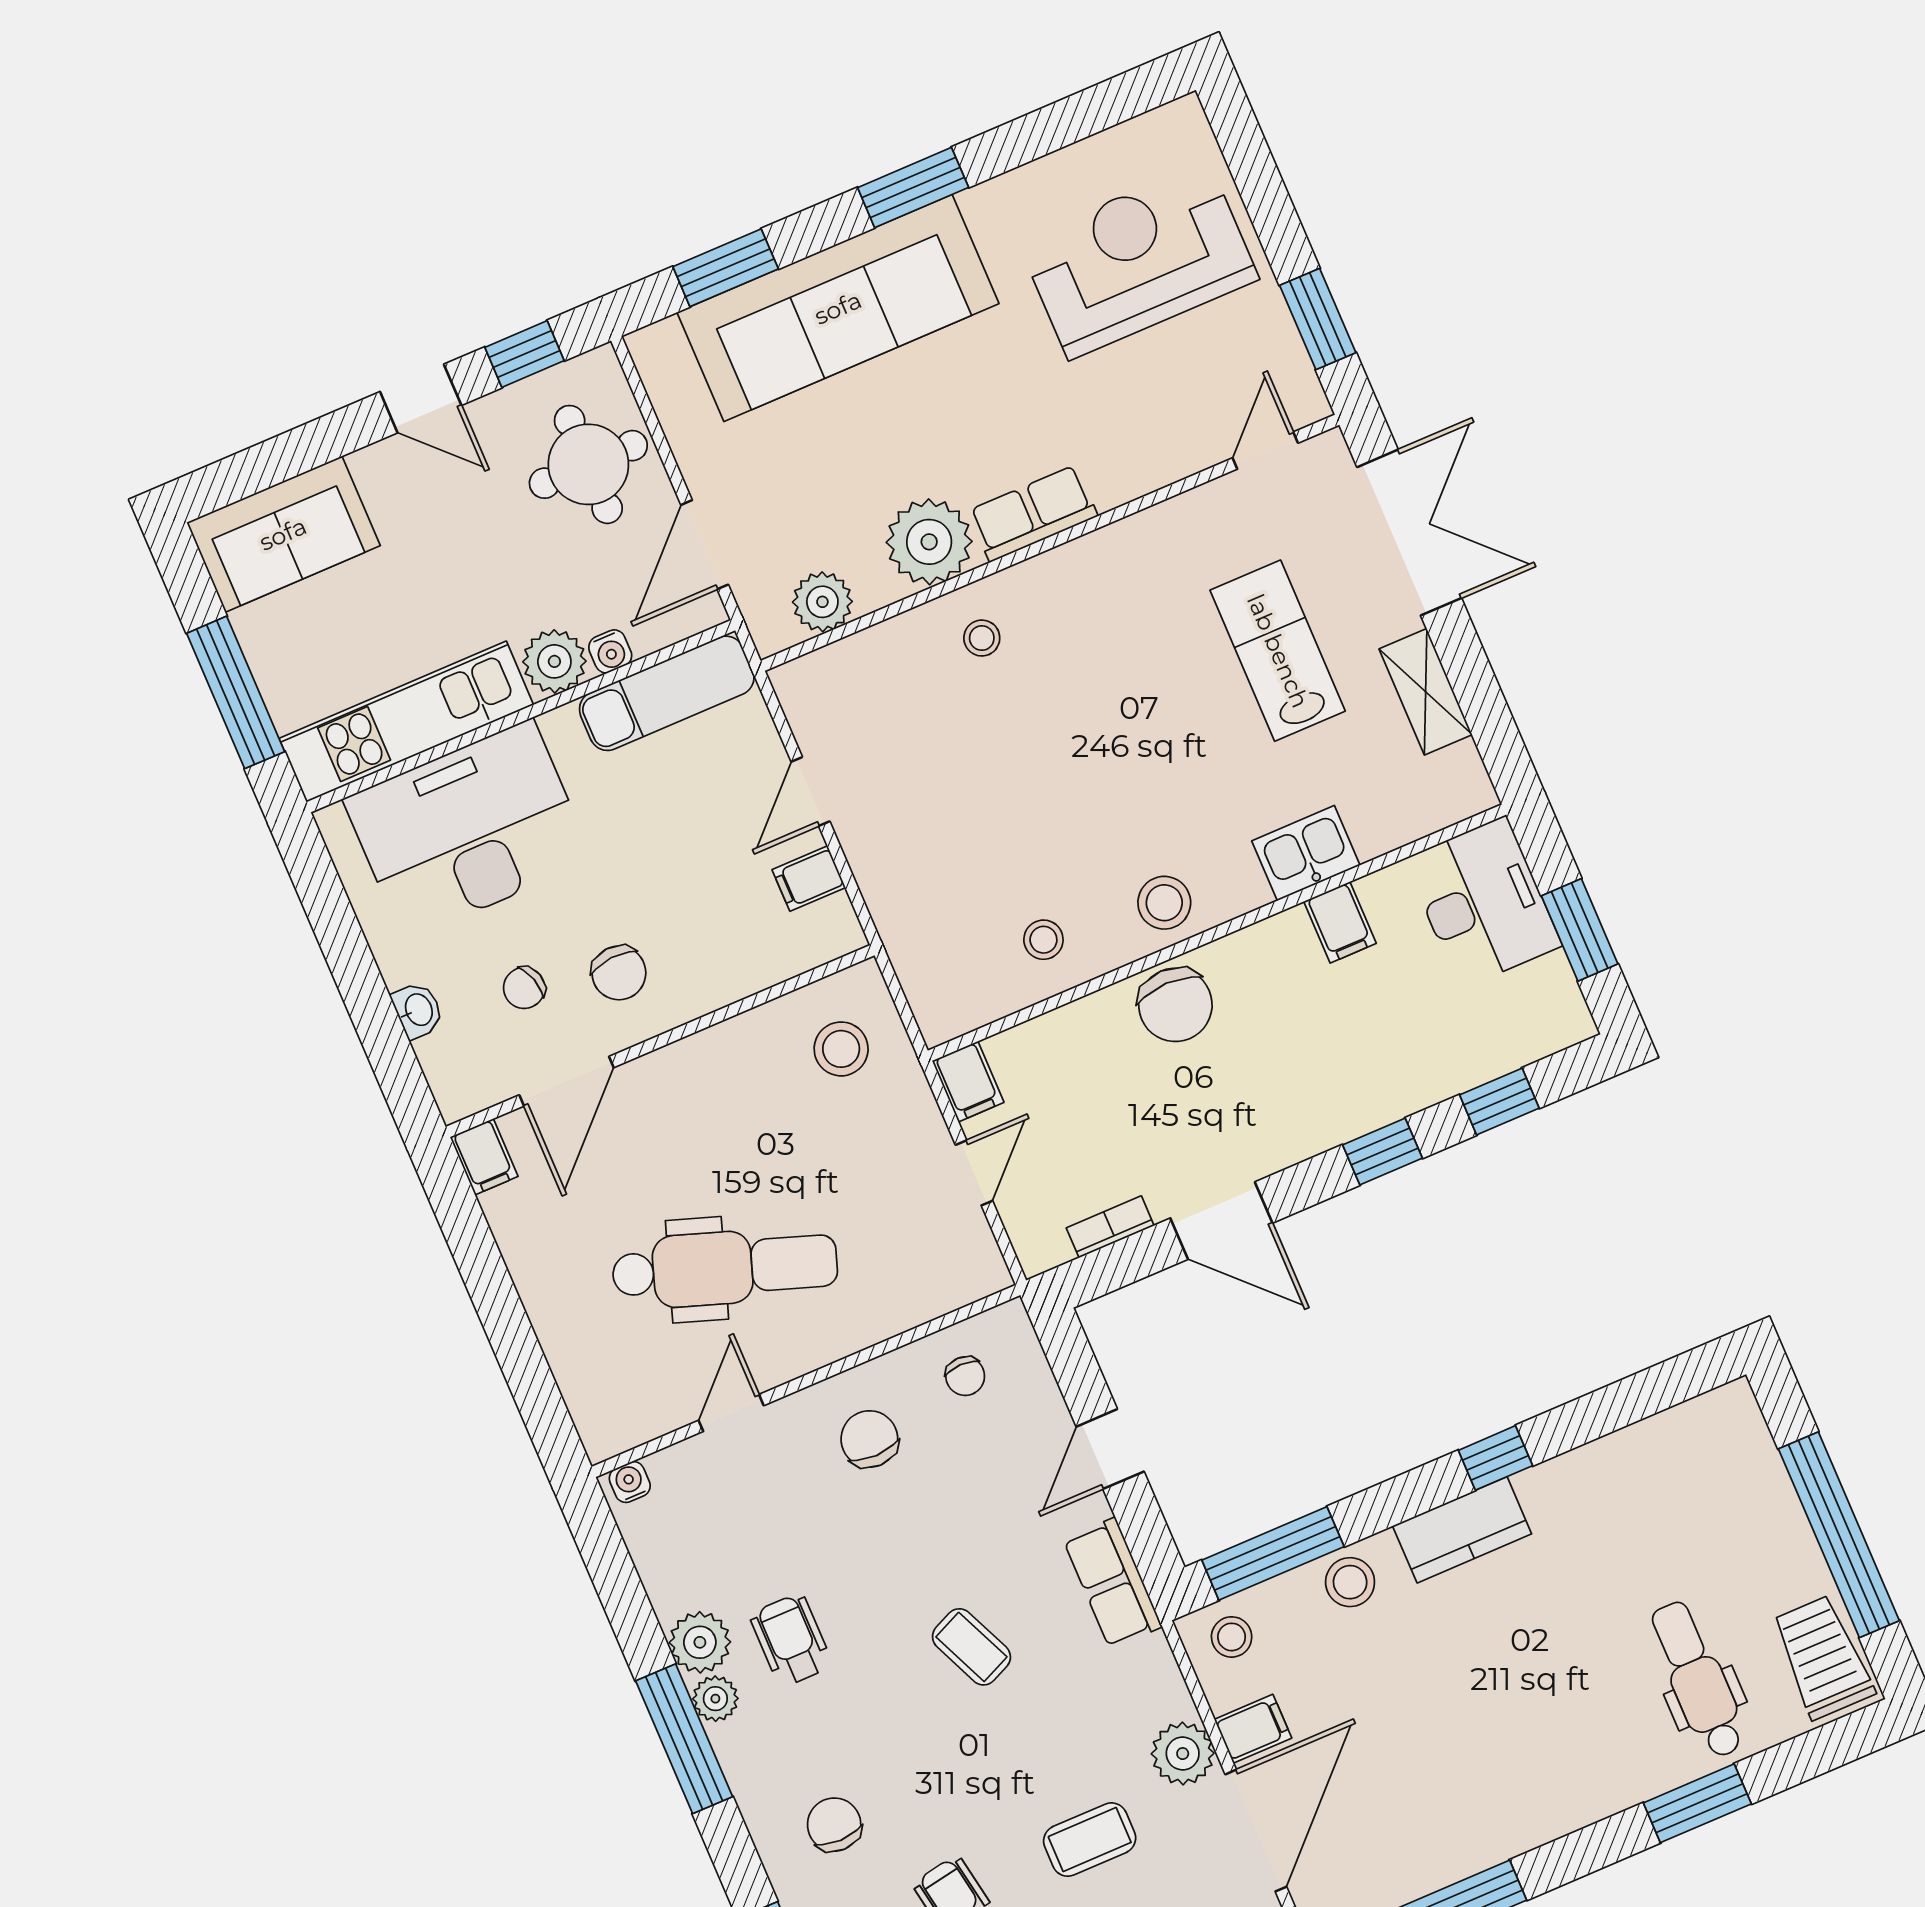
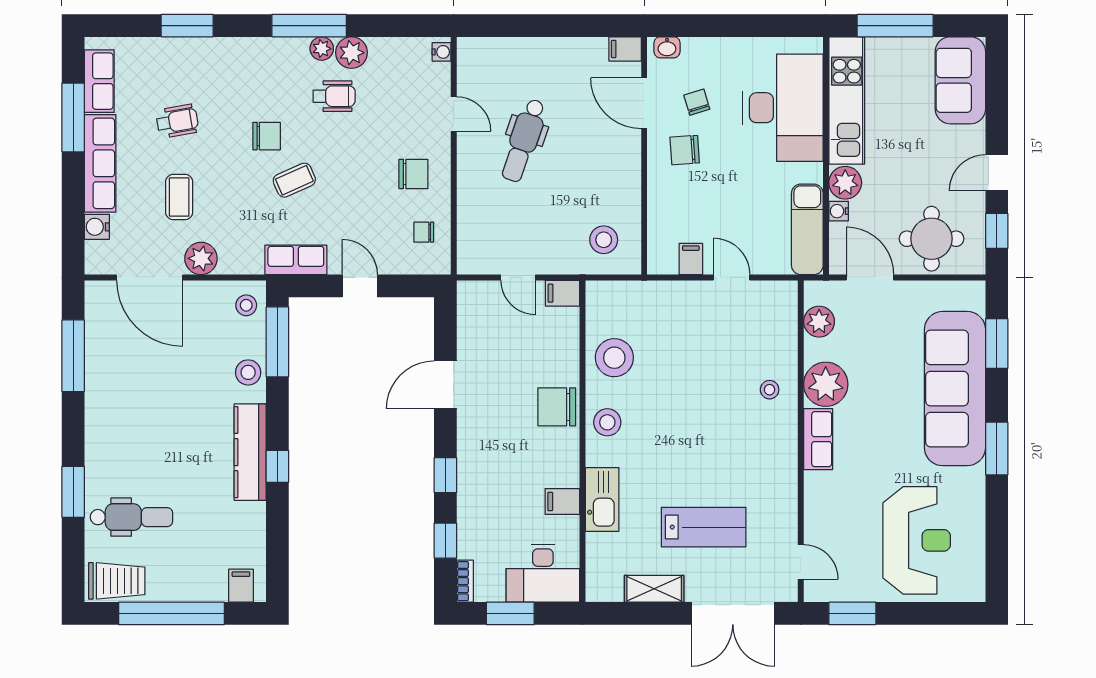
kitchen sink: (1306, 853) -> (602, 499), width x1.38
stool: (1043, 940) -> (614, 358), width x1.89, depth x1.89
washbasin: (418, 1010) -> (667, 47), moved
bookcase: (1110, 1227) -> (465, 581), moved
dental chair: (725, 1268) -> (524, 140), width x0.73, depth x0.72
kitchen counter: (1462, 1530) -> (250, 452), width x1.50
filing cabinet: (1253, 1729) -> (241, 586), moved, turned 180
chair: (834, 1825) -> (267, 136), moved

